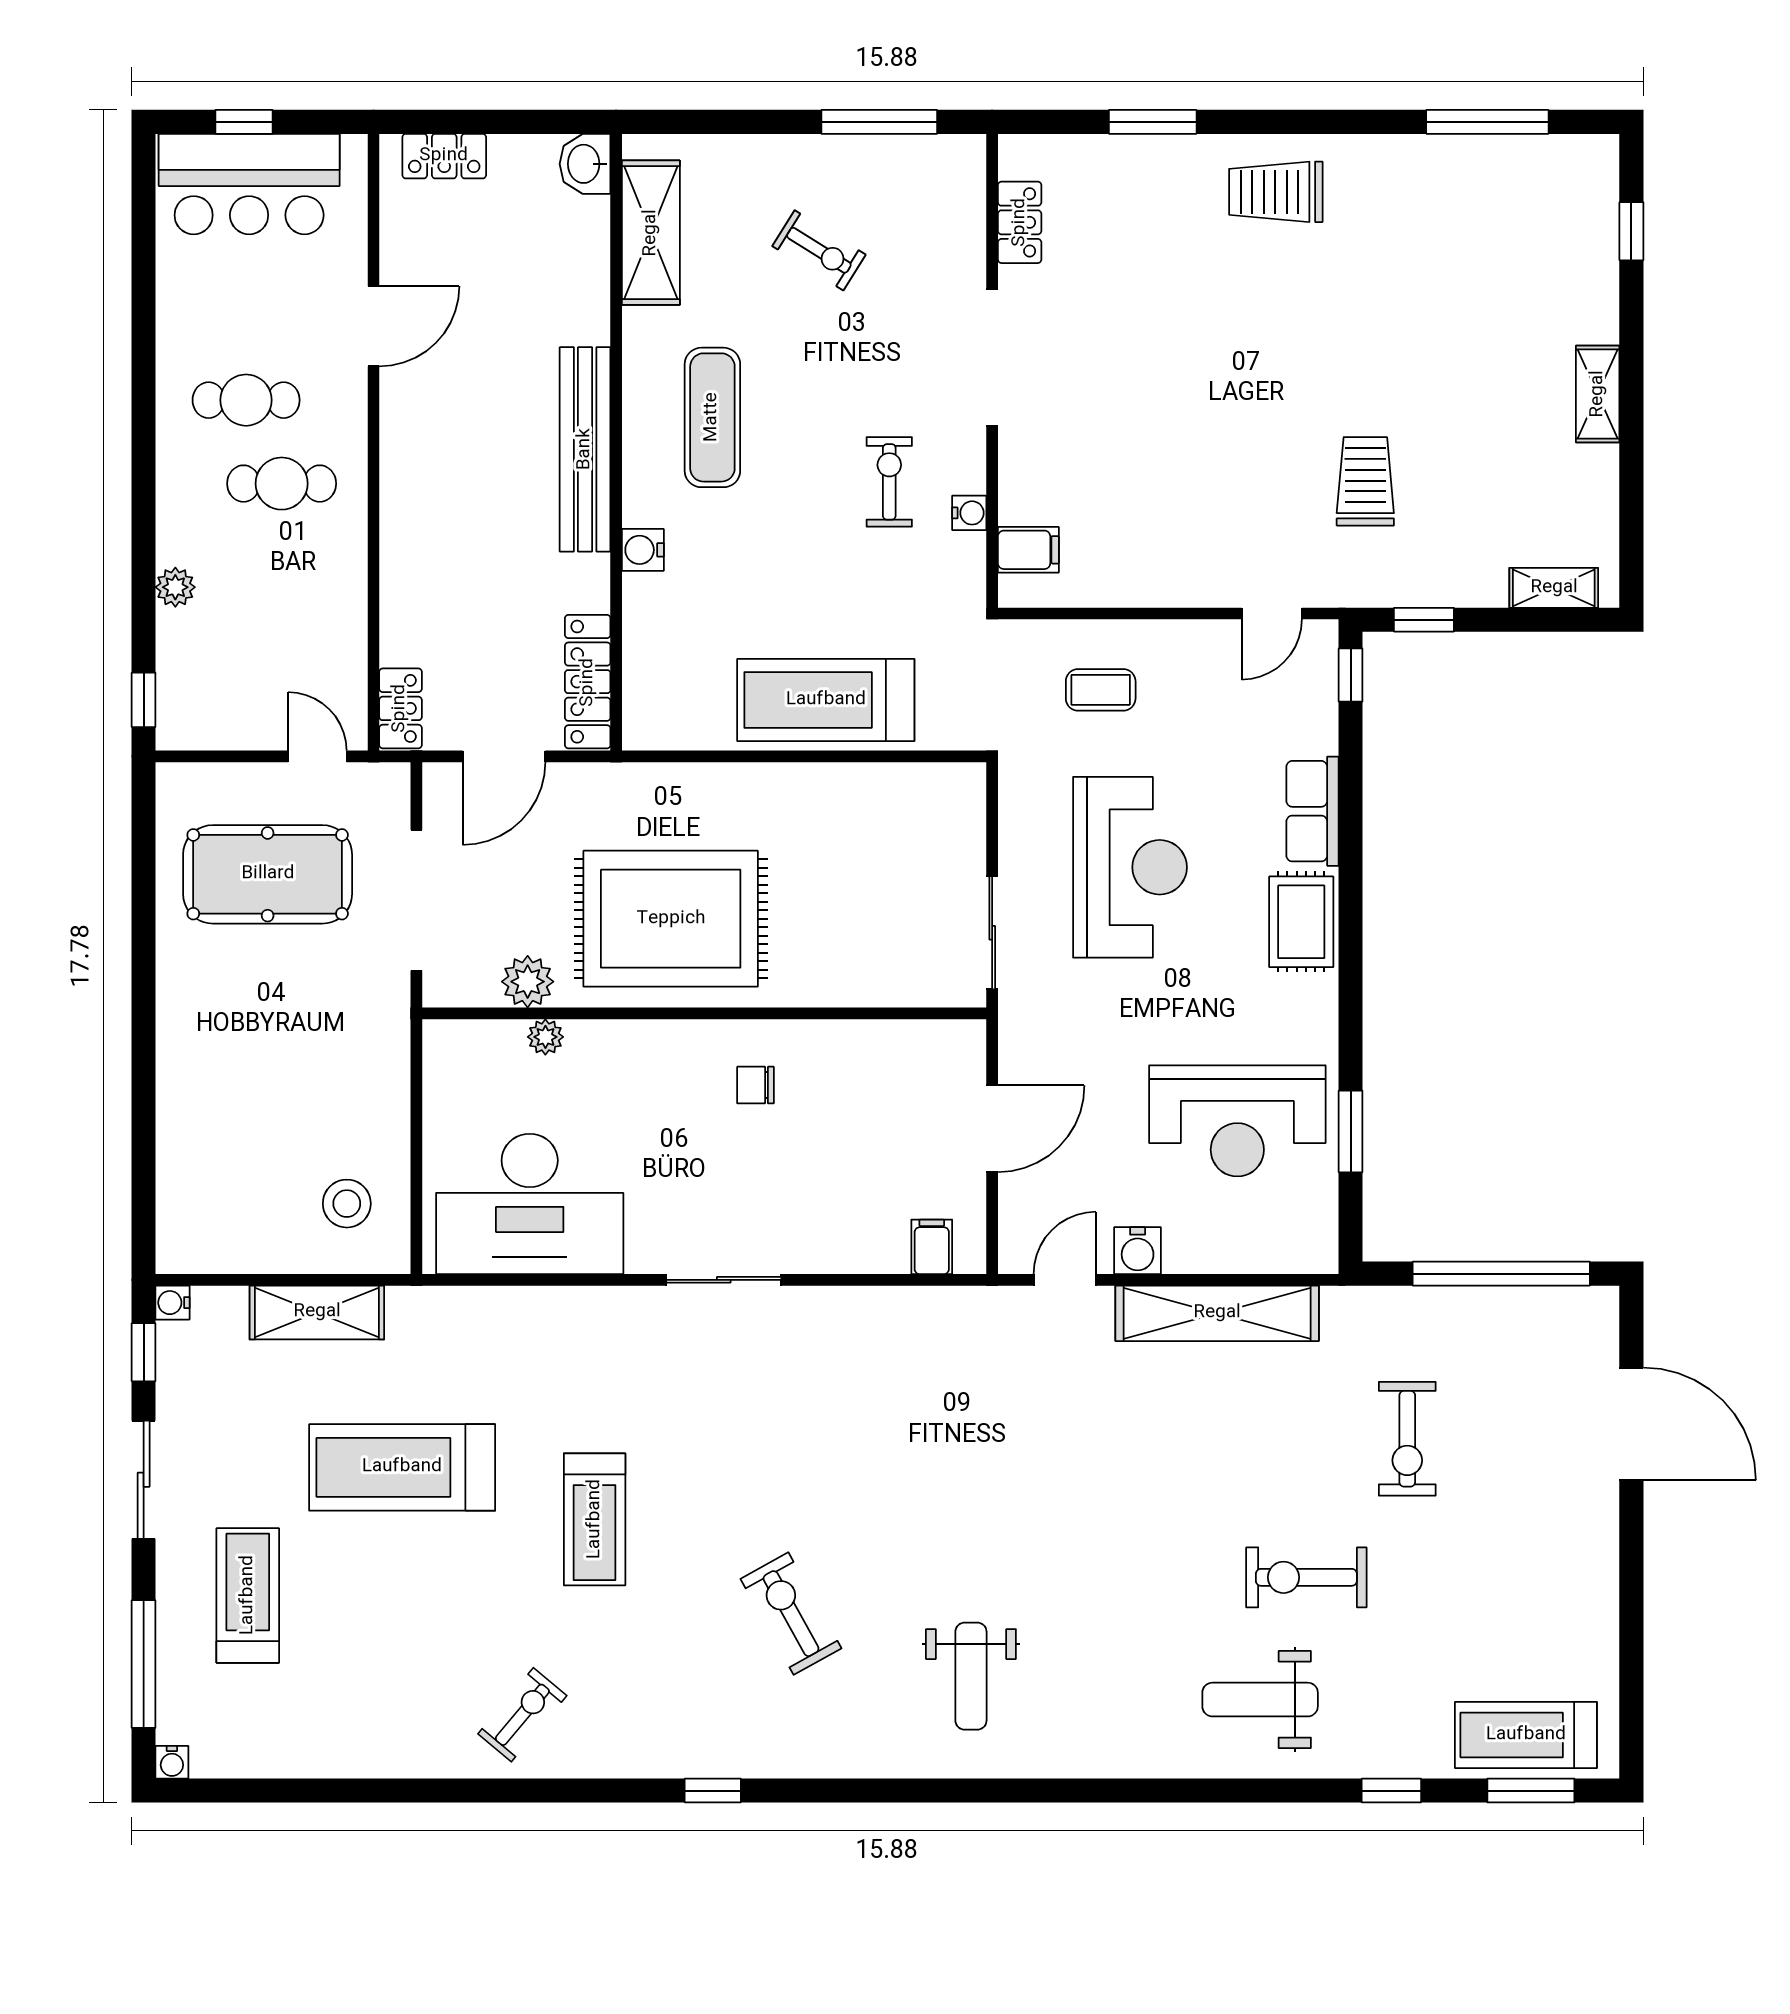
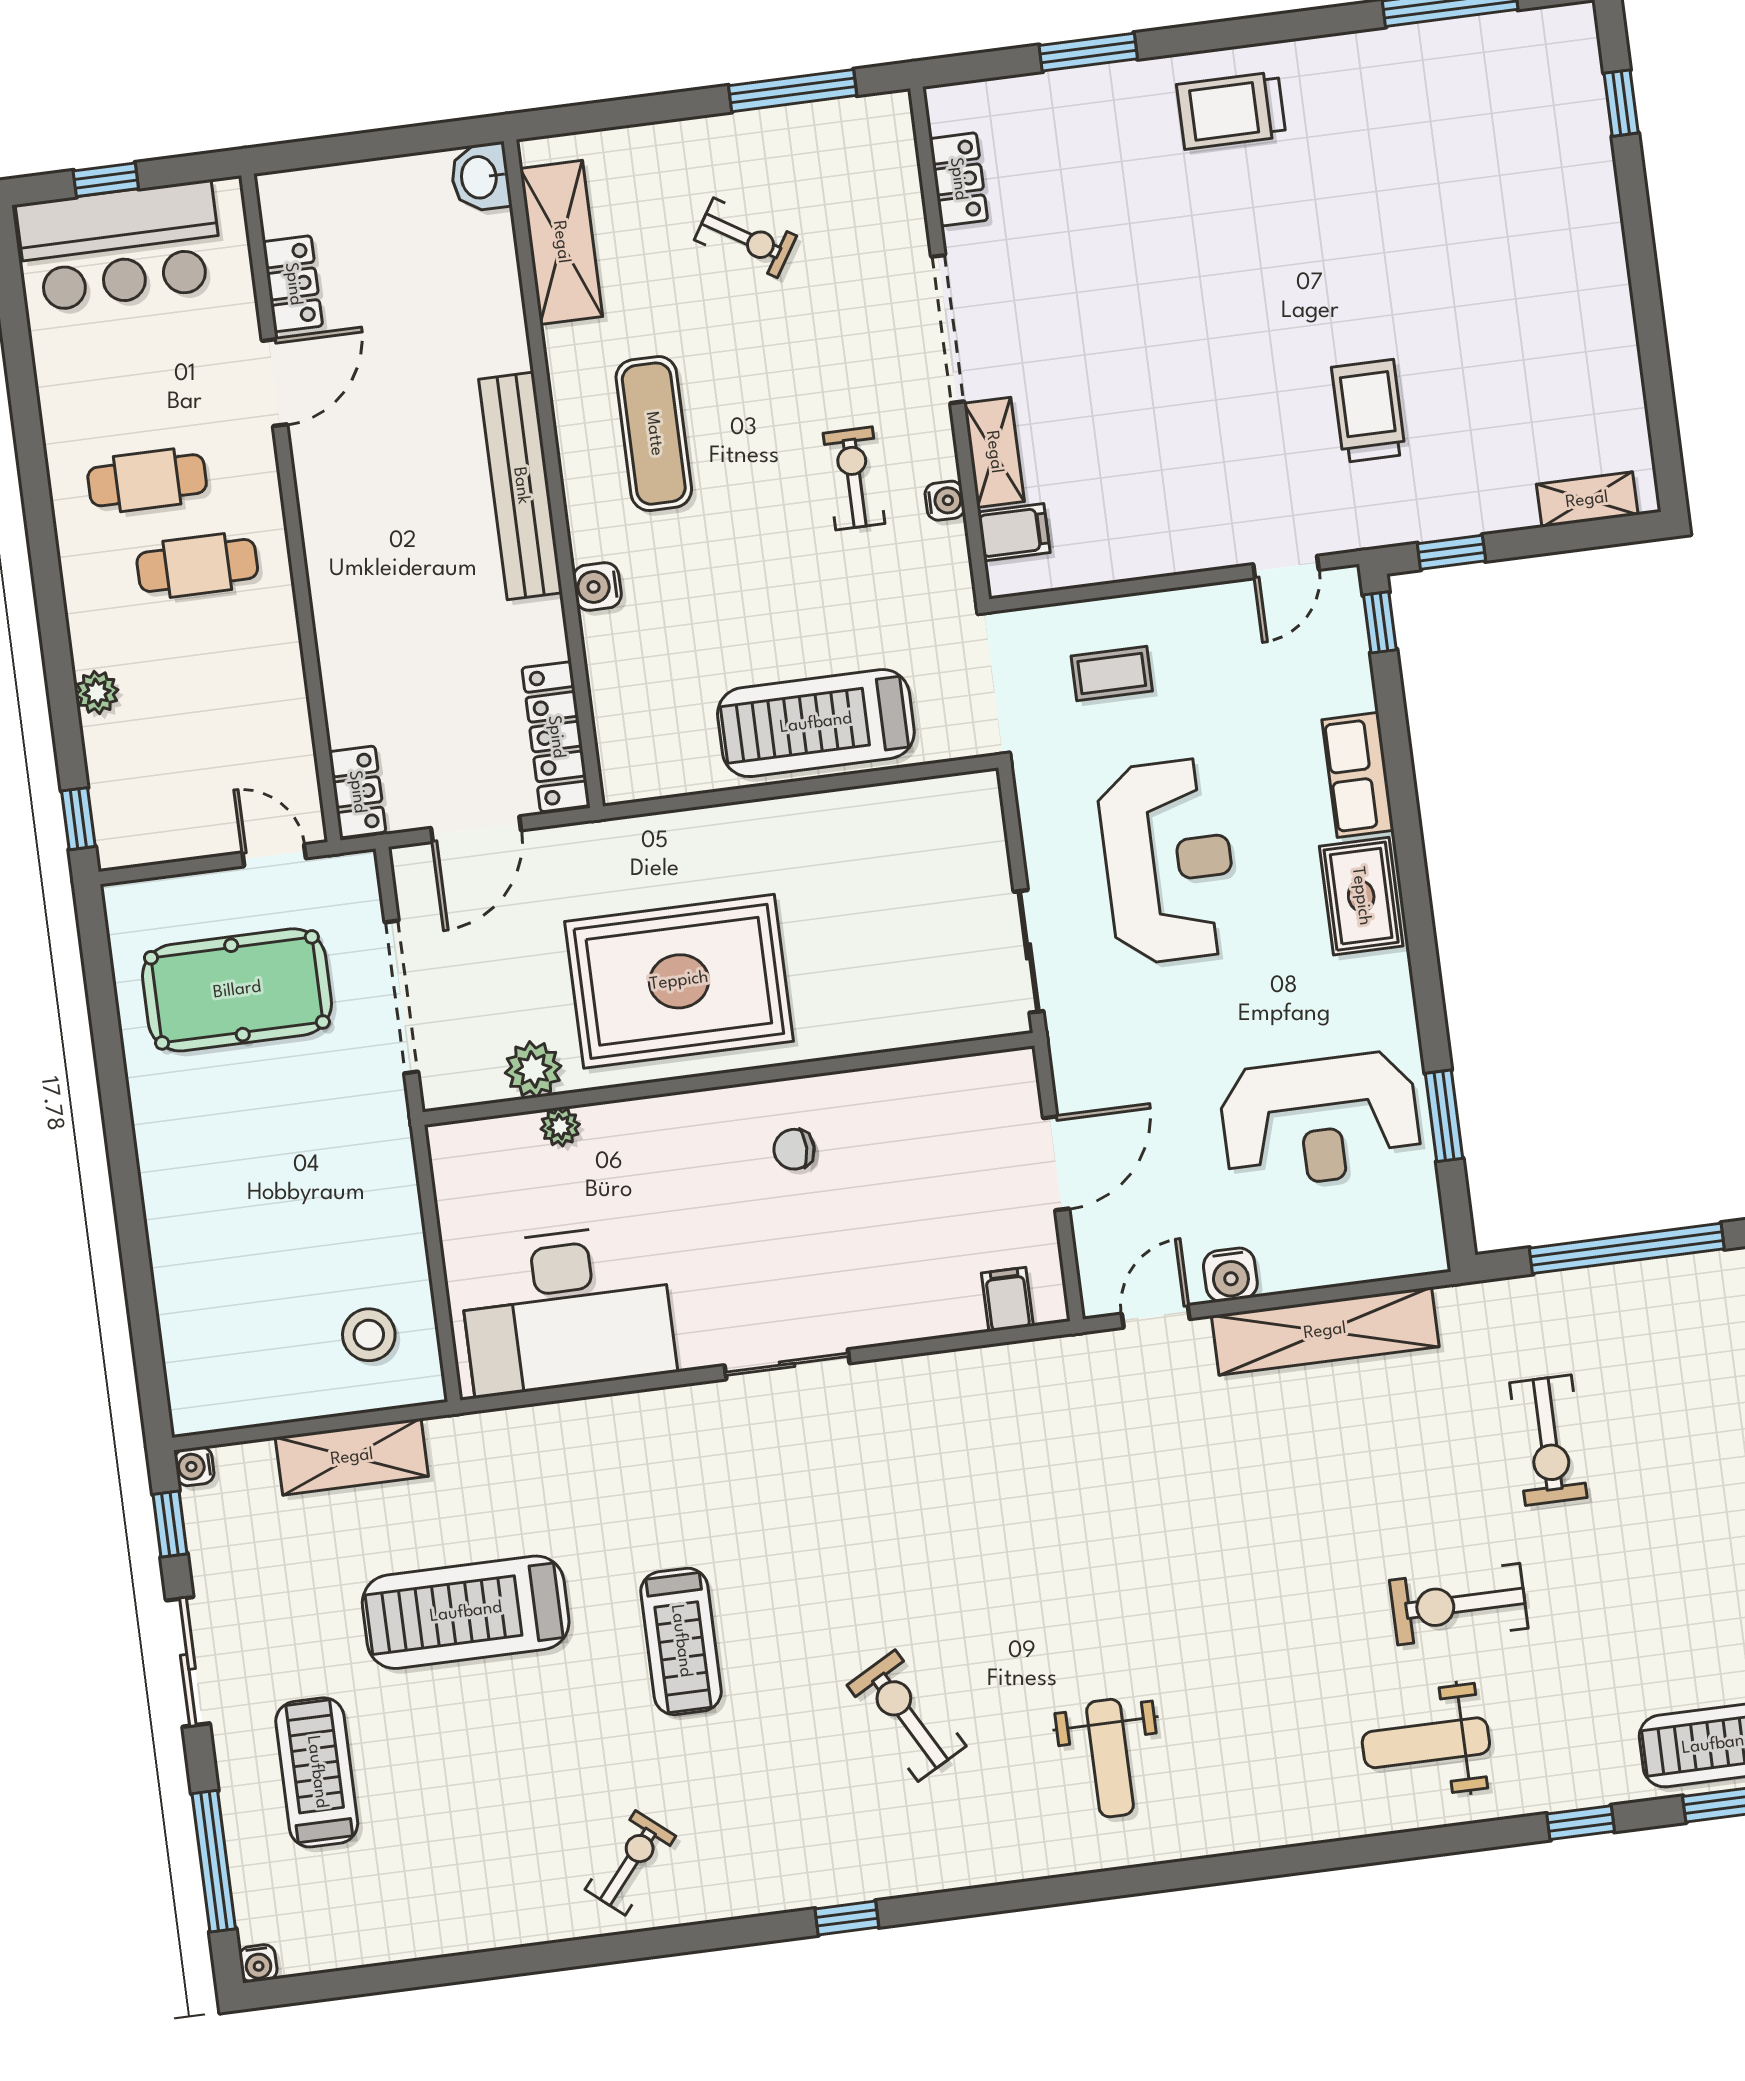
locker: (444, 156) -> (293, 284), moved, turned -90
shelving: (1598, 394) -> (994, 452), moved

